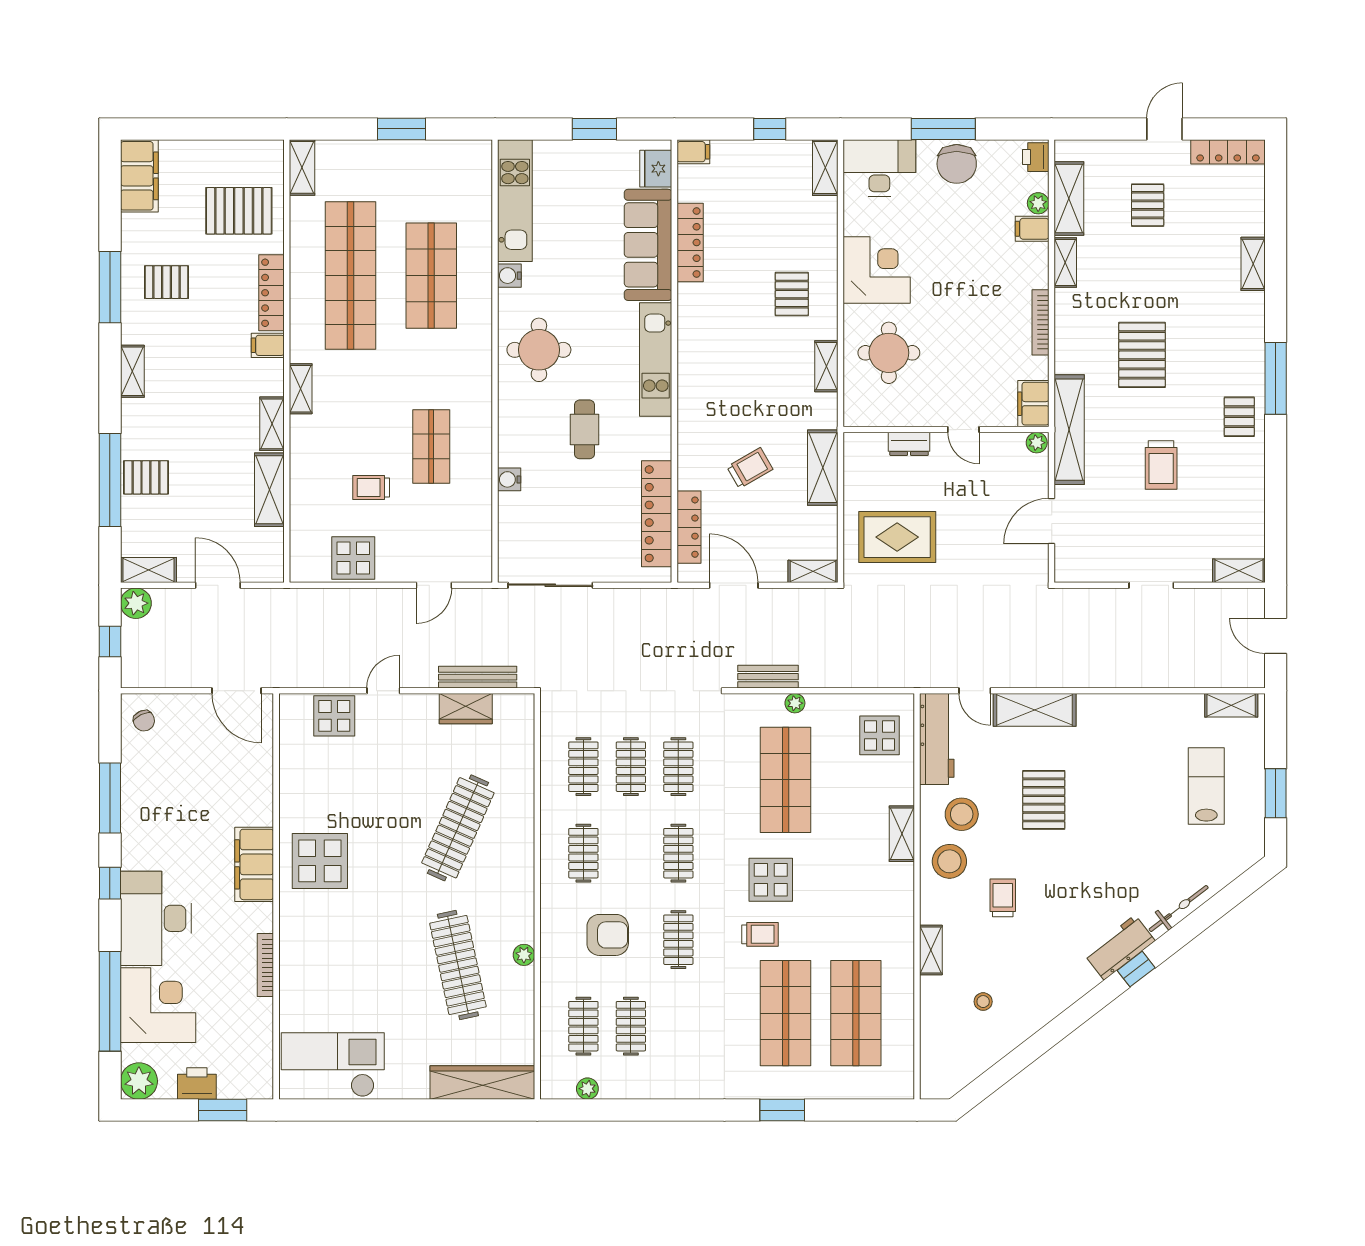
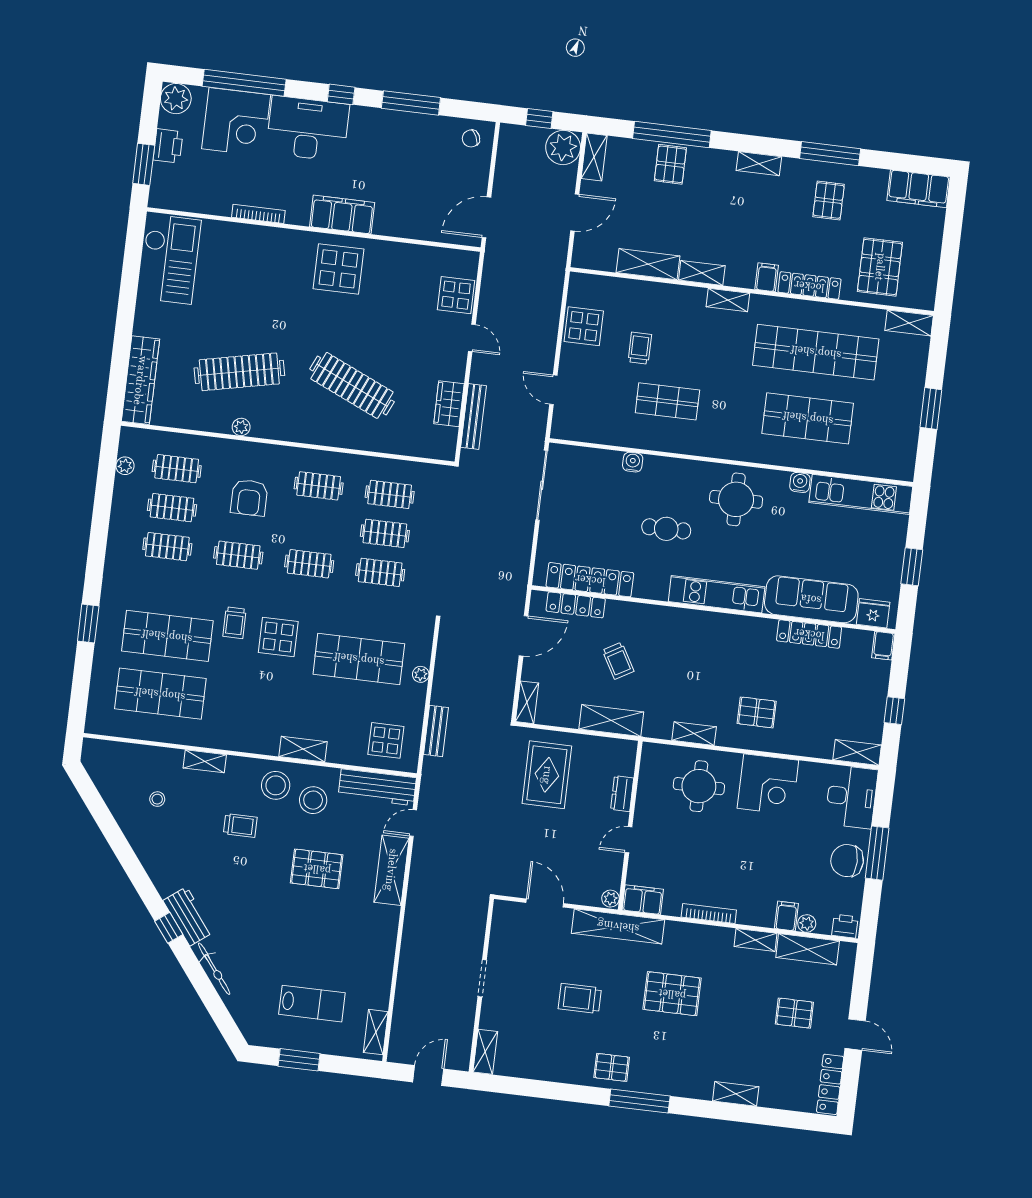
plant: (136, 603) -> (563, 148), width x1.36, depth x1.36
bench: (768, 677) -> (436, 731), moved
clothes rail: (678, 1026) -> (167, 547), added

